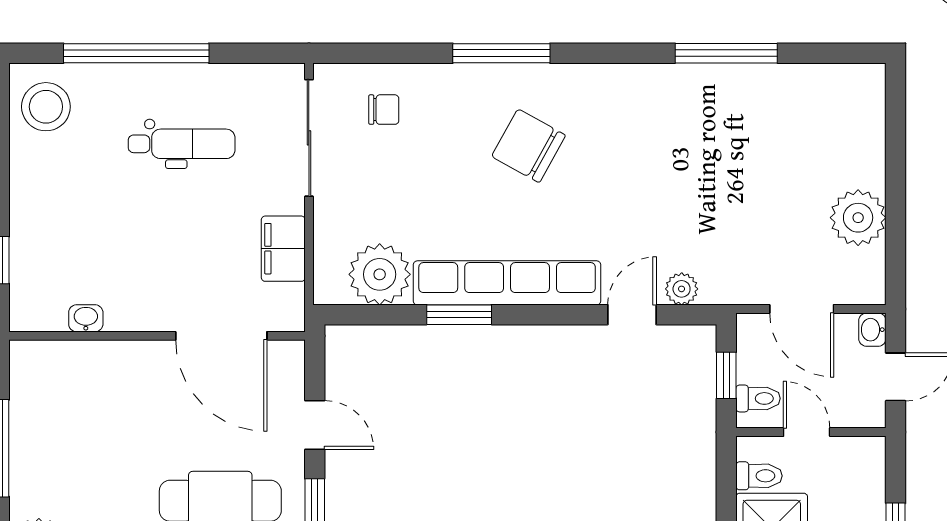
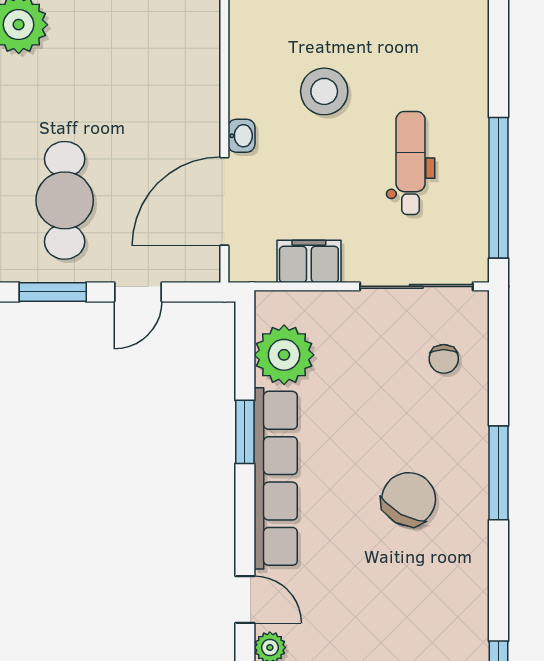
window: (136, 53) -> (498, 188), moved
stool: (46, 107) -> (324, 91), moved
dental chair: (182, 144) -> (411, 163), turned 180
washbasin: (86, 318) -> (241, 136), moved

